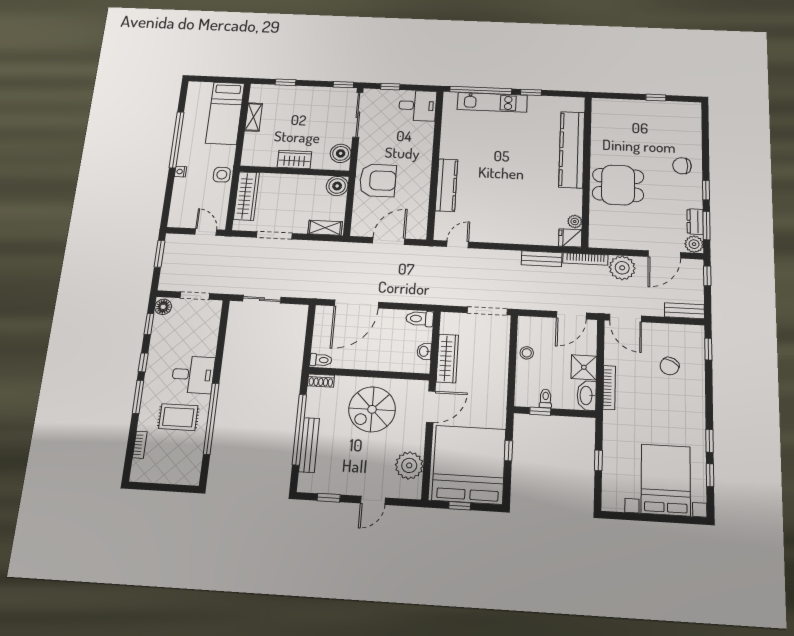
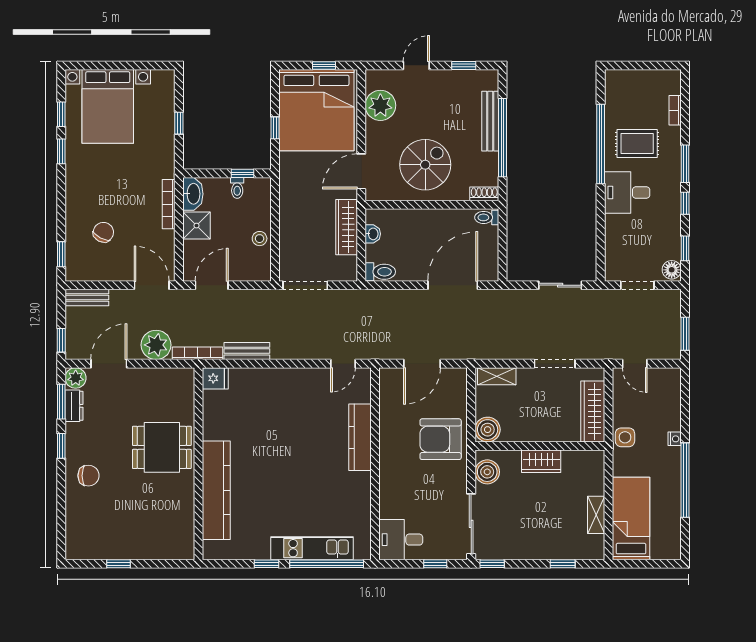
plant: (575, 221) -> (211, 399), removed

